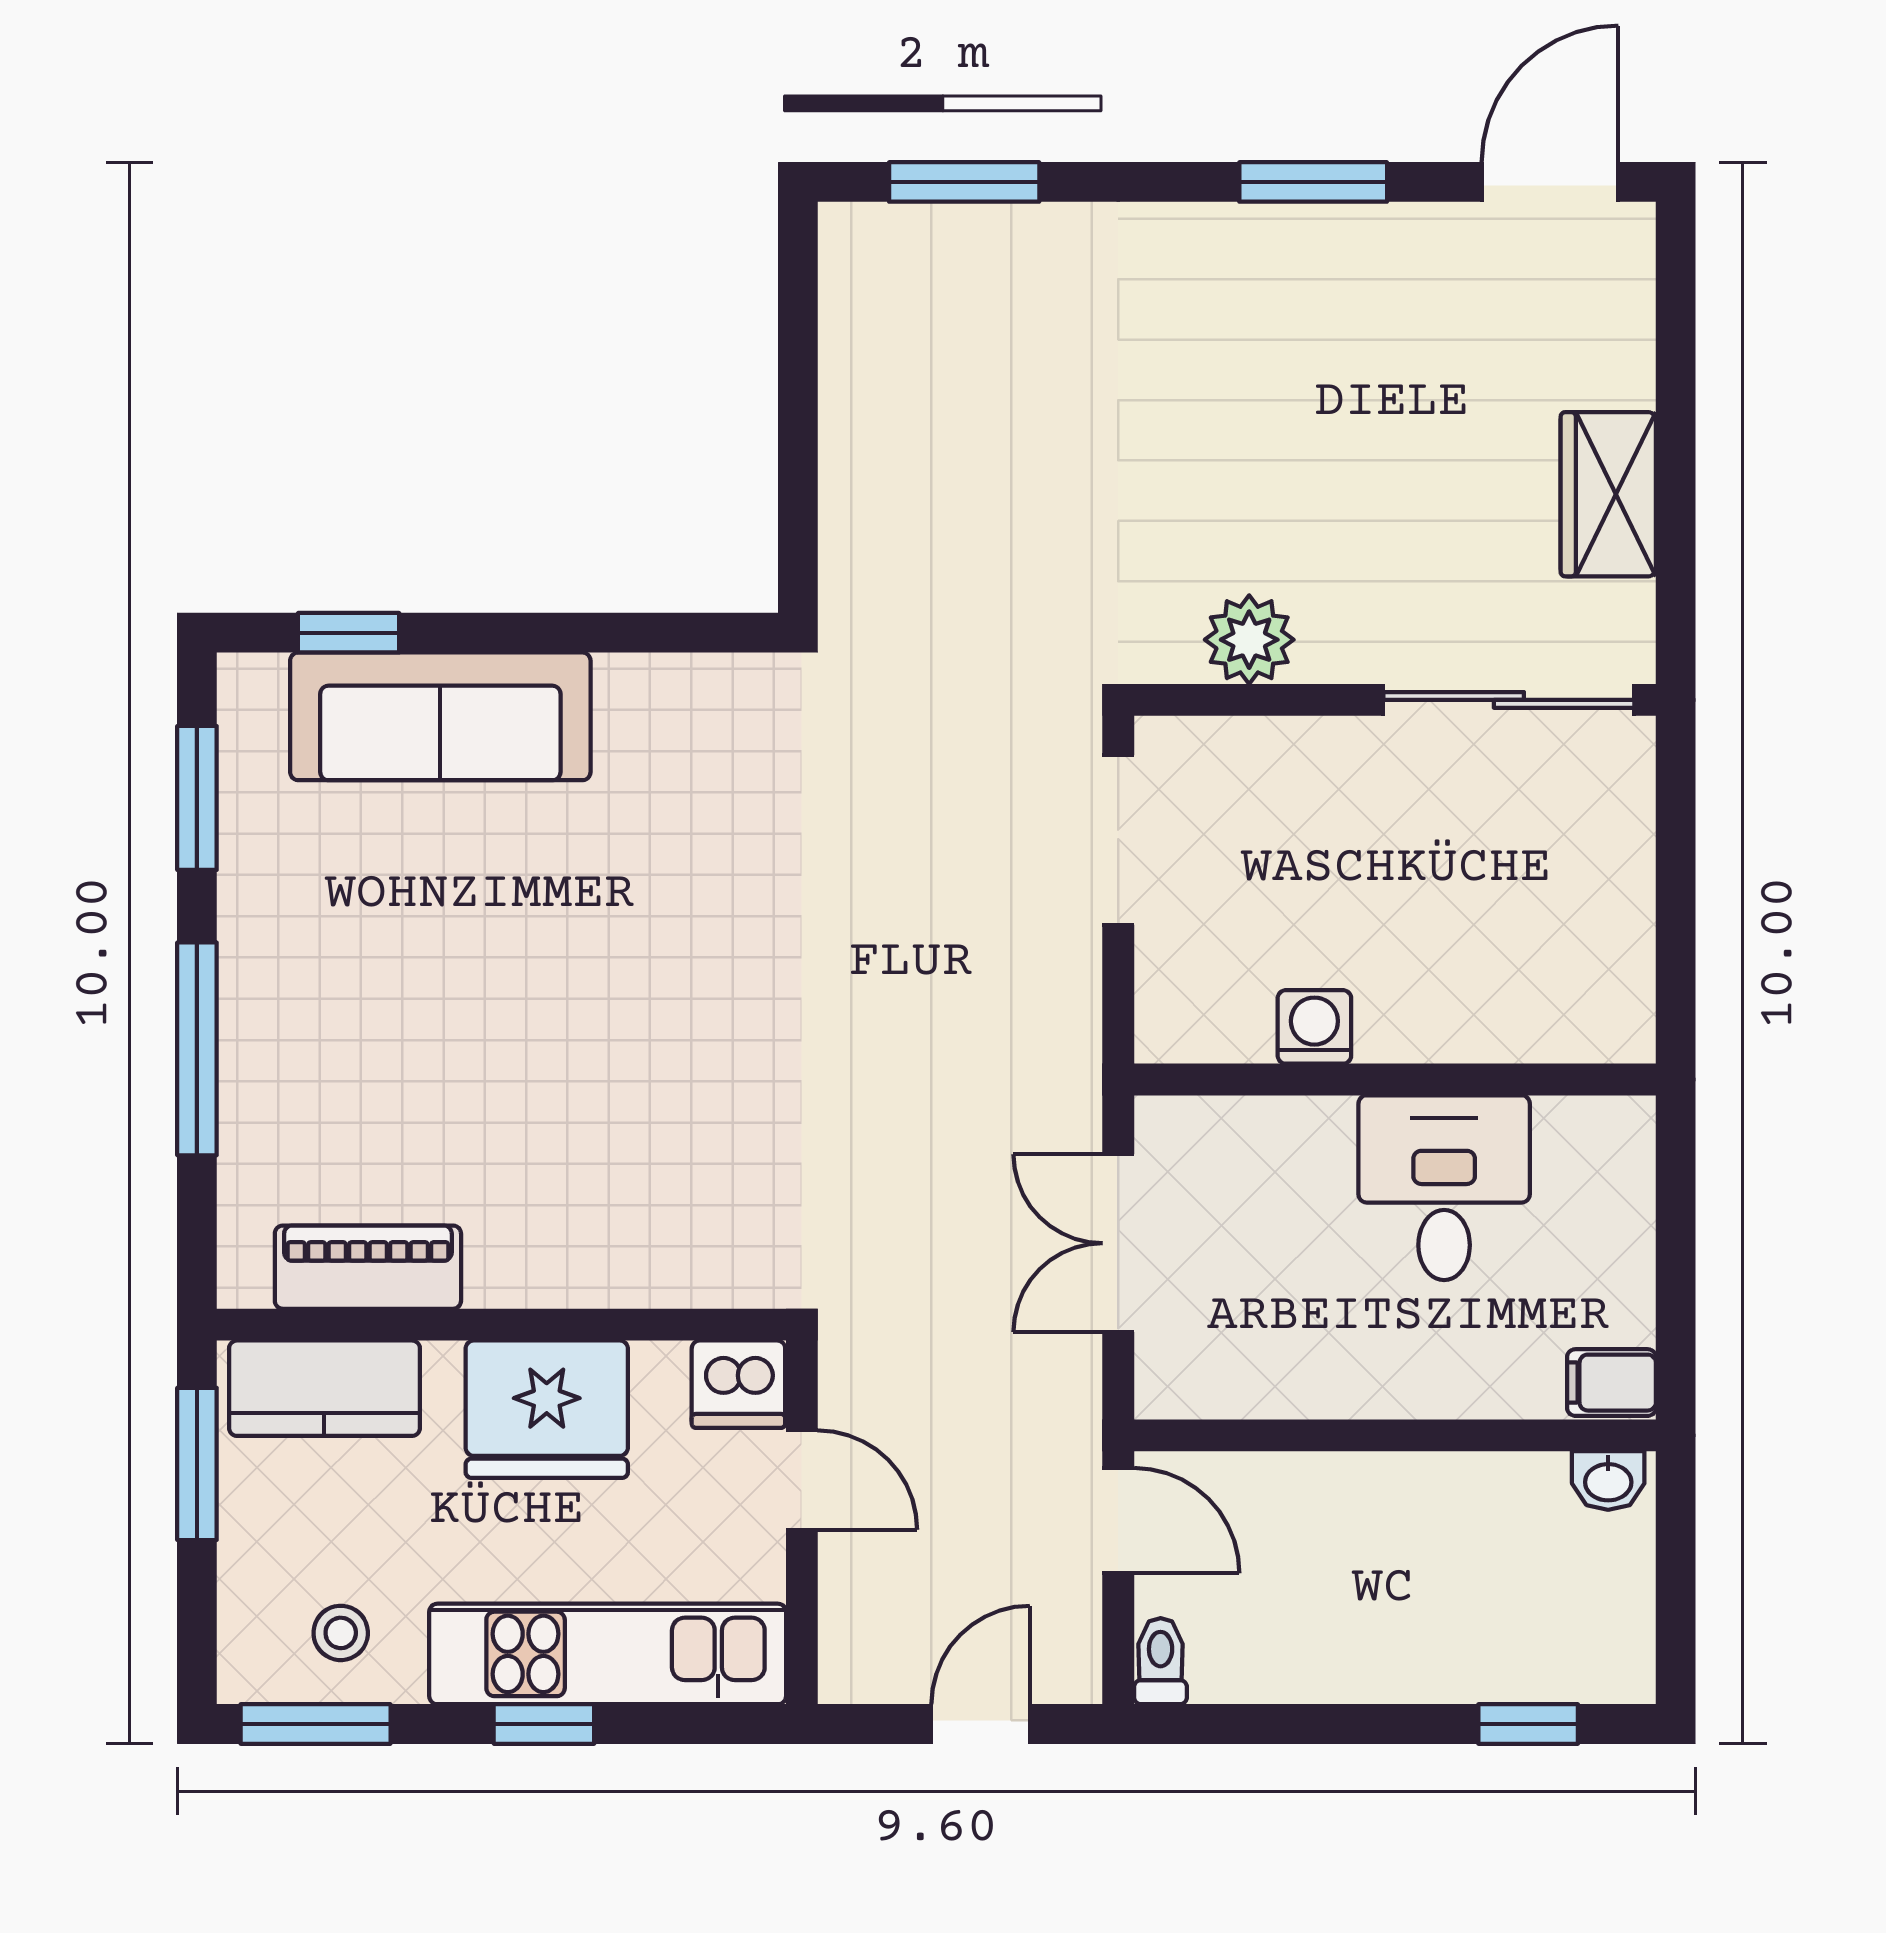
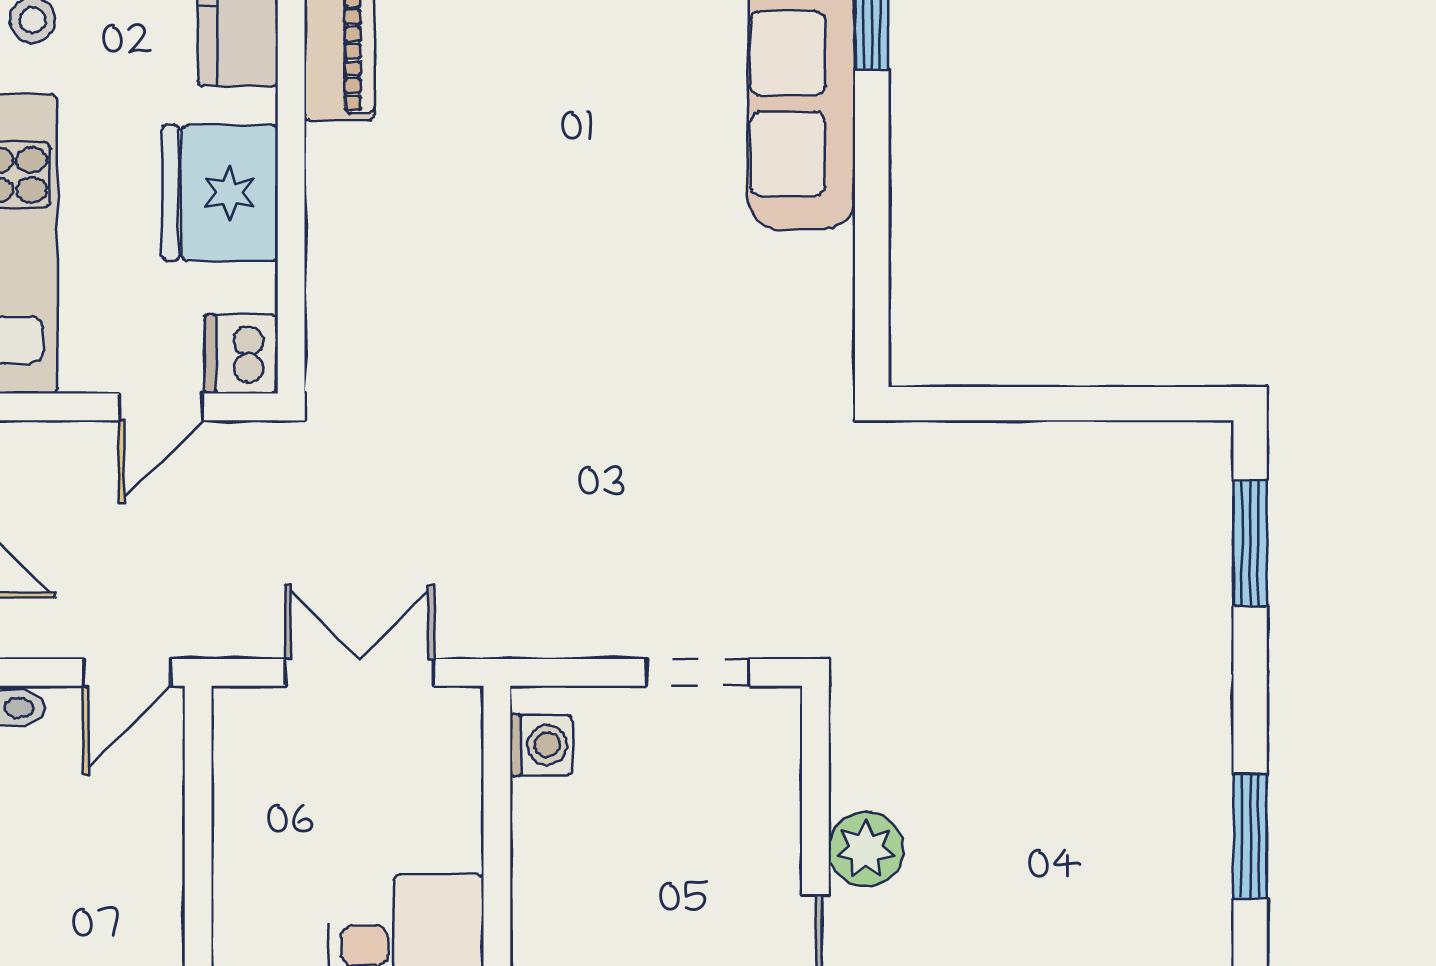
plant: (1249, 640) -> (866, 849), moved
doorway: (1118, 840) -> (698, 672), width x0.73
washing machine: (1314, 1027) -> (541, 745), moved

